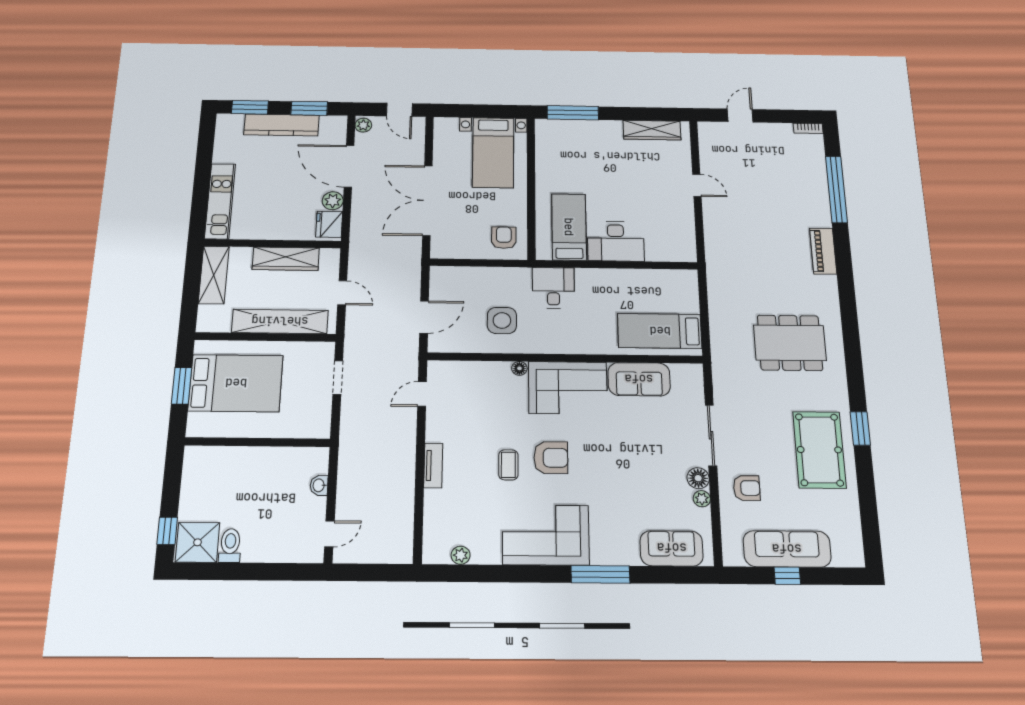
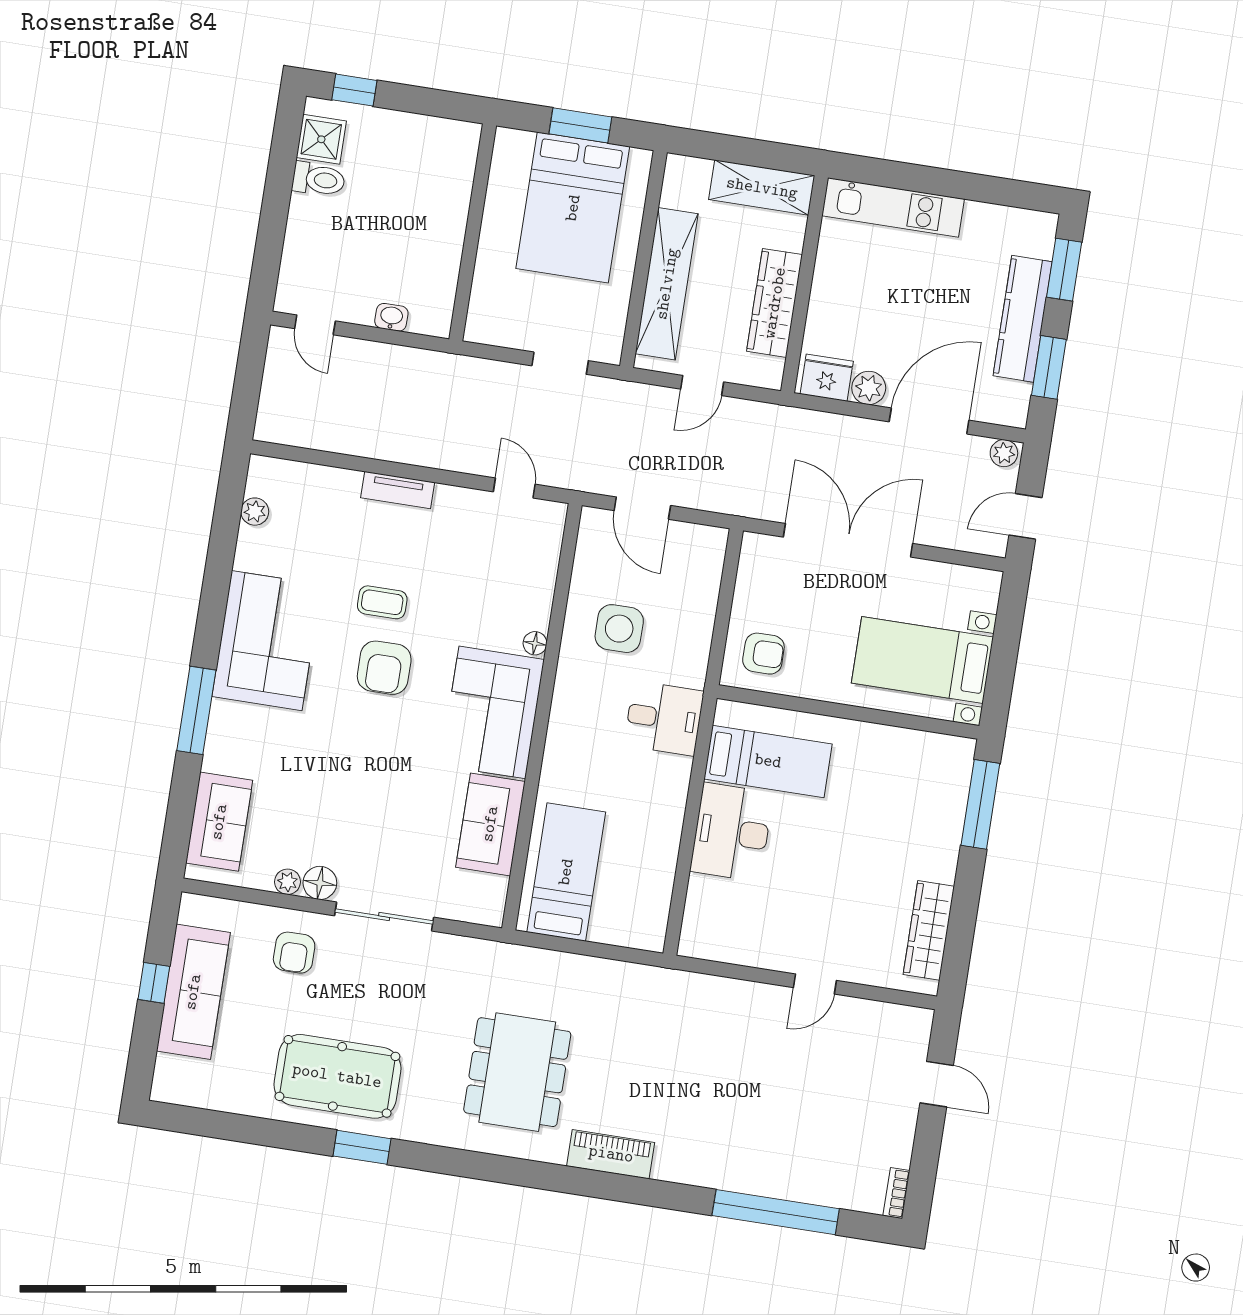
piano: (823, 251) -> (611, 1154), moved
shower: (197, 542) -> (321, 139), width x0.73, depth x0.73

